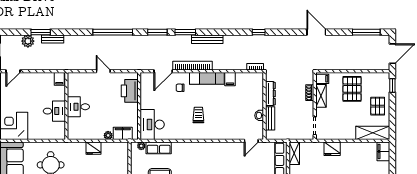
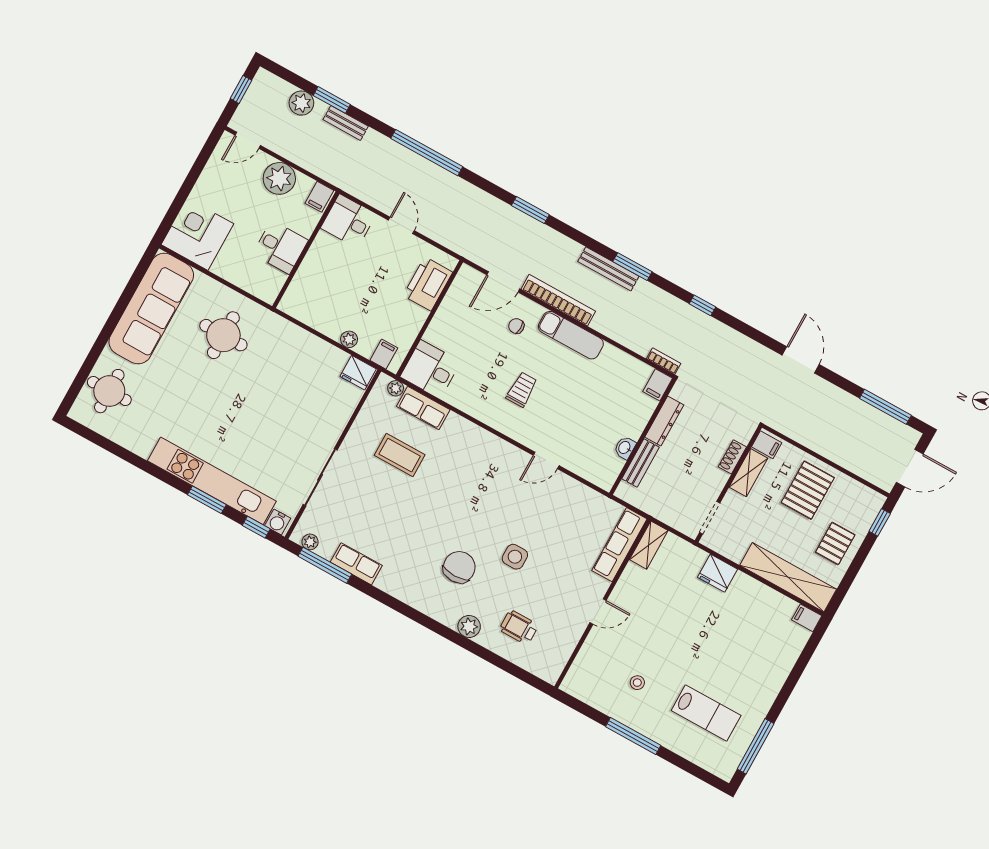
window: (113, 32) -> (427, 153), moved
window: (185, 32) -> (632, 267), moved
filing cabinet: (230, 79) -> (658, 385), moved
plant: (37, 81) -> (279, 178), added
desk: (78, 107) -> (348, 221), moved
desk: (152, 125) -> (430, 369), width x0.73
filing cabinet: (123, 133) -> (384, 354), width x0.50
shelving: (373, 133) -> (788, 577), width x1.47
door: (251, 141) -> (546, 460), moved
fridge: (94, 148) -> (358, 373), moved
filing cabinet: (383, 151) -> (807, 618), width x0.50

